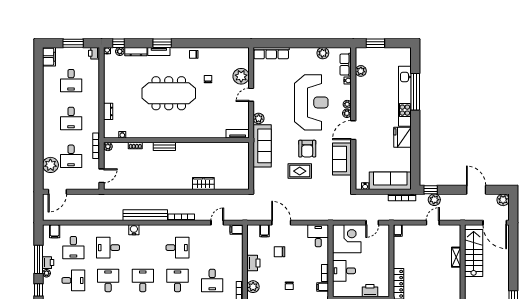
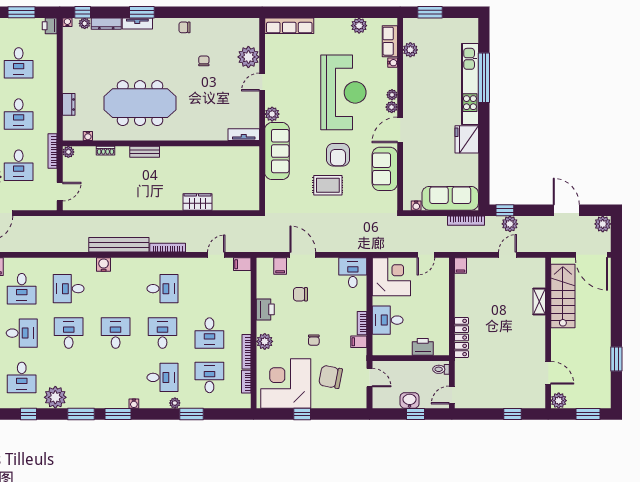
meeting table: (169, 93) -> (140, 103), moved

